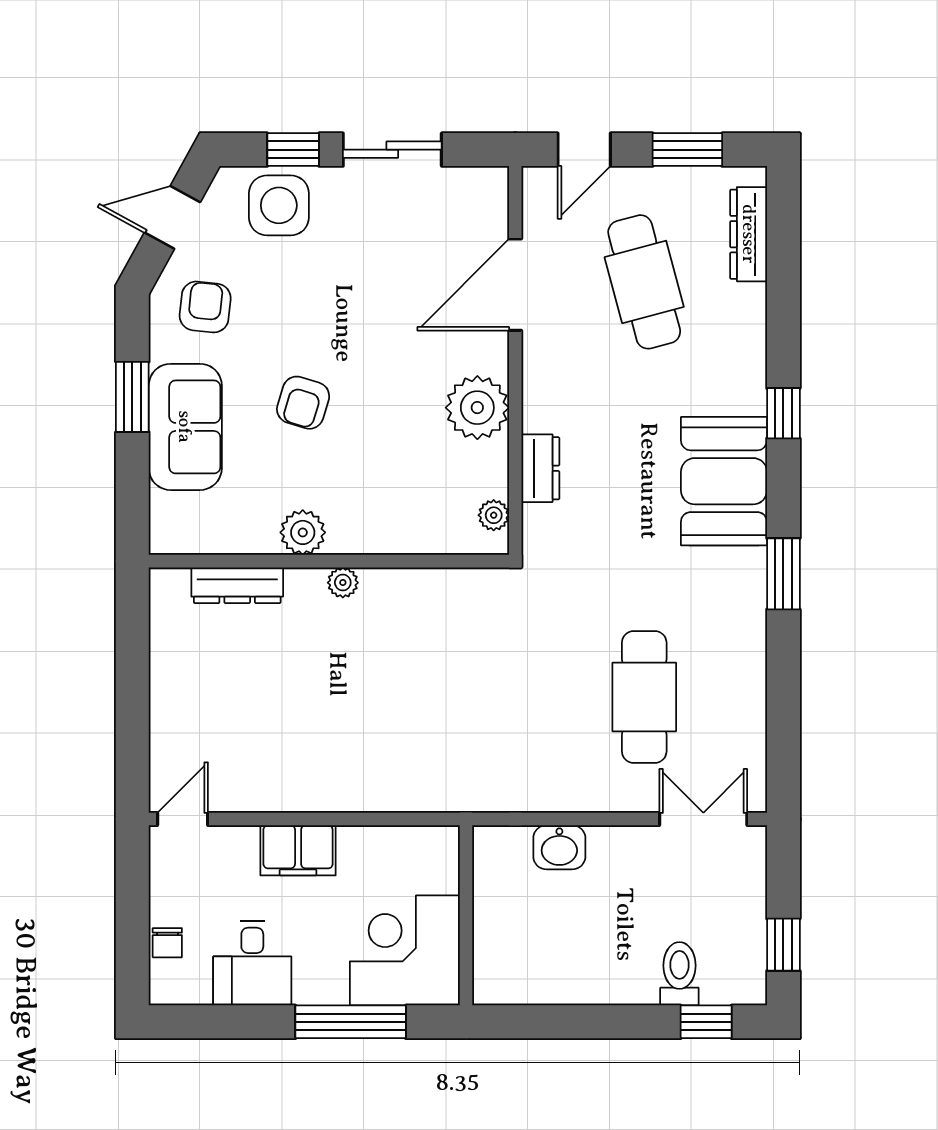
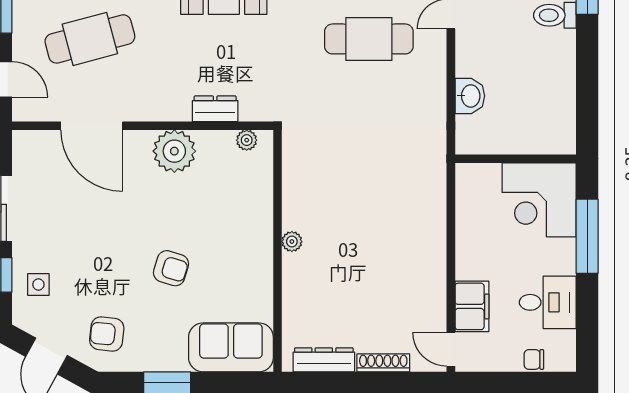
side table: (279, 205) -> (38, 284), width x0.54, depth x0.54
sofa: (185, 427) -> (231, 347), moved
plant: (303, 532) -> (258, 268), removed
dresser: (237, 585) -> (324, 360), moved, turned -90
shoe rack: (162, 719) -> (383, 363), added
filing cabinet: (298, 850) -> (472, 306), moved
chair: (167, 943) -> (534, 359), turned 180

